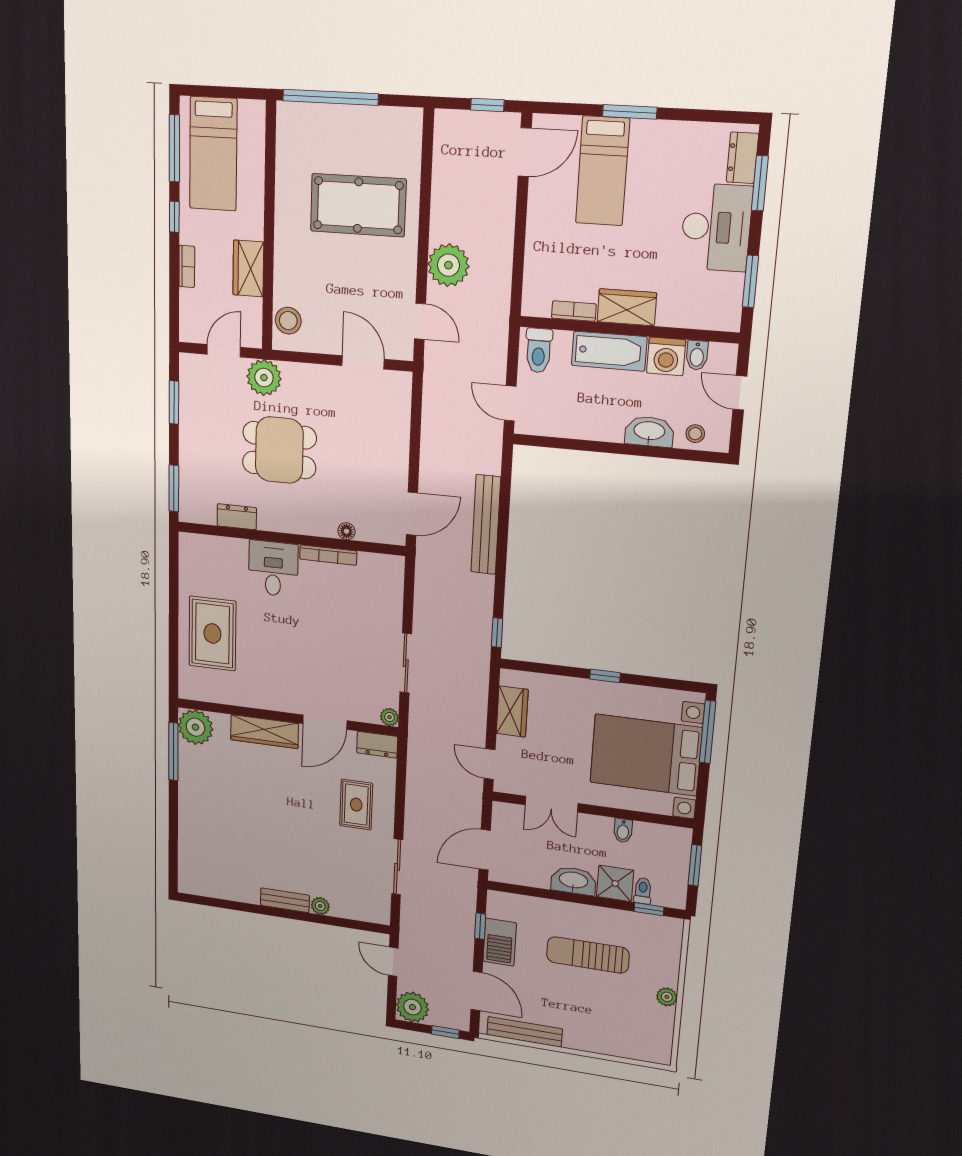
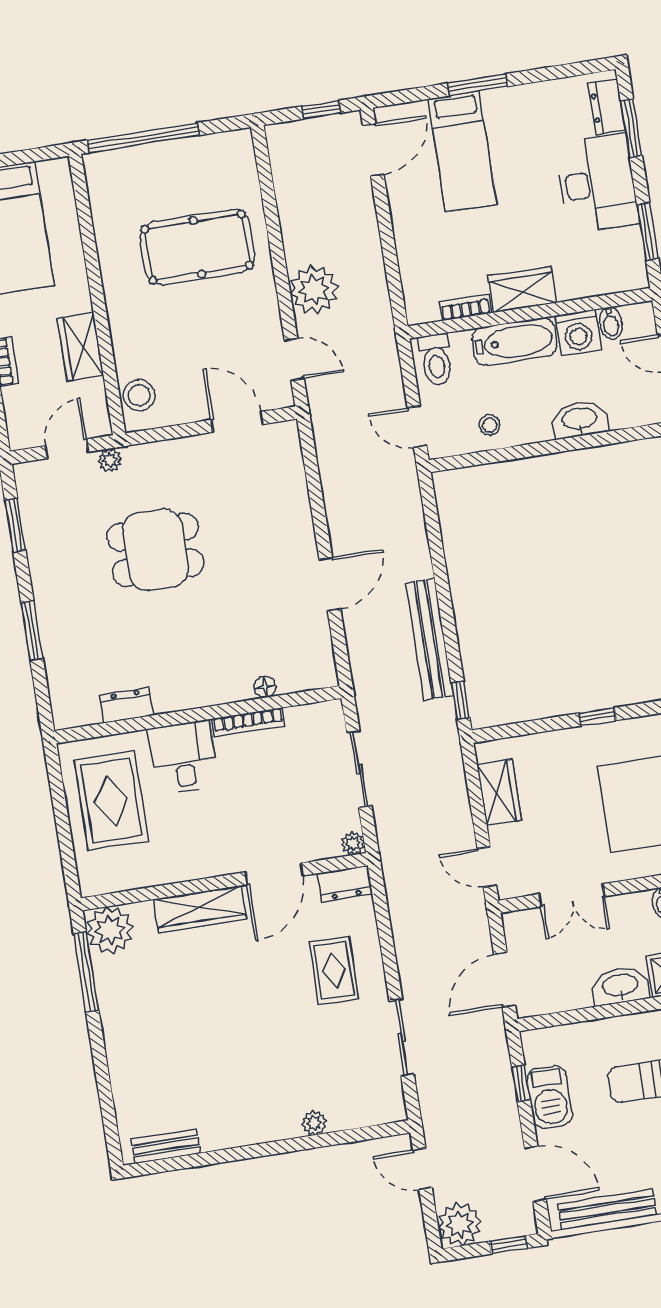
plant: (264, 378) -> (110, 460), width x0.53, depth x0.53
stool: (695, 434) -> (490, 425), moved
dresser: (237, 517) -> (127, 705), moved
bench: (486, 525) -> (429, 639), moved
floor lamp: (346, 531) -> (265, 687), moved
wall: (290, 539) -> (198, 715), moved
bookcase: (328, 555) -> (248, 722), moved
desk: (273, 569) -> (183, 757), moved
bench: (285, 900) -> (166, 1146), moved

